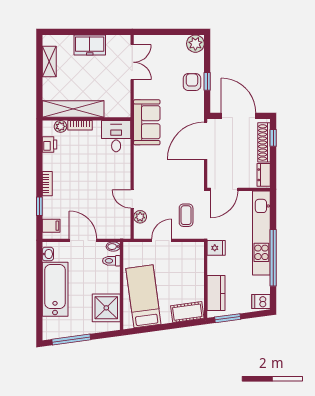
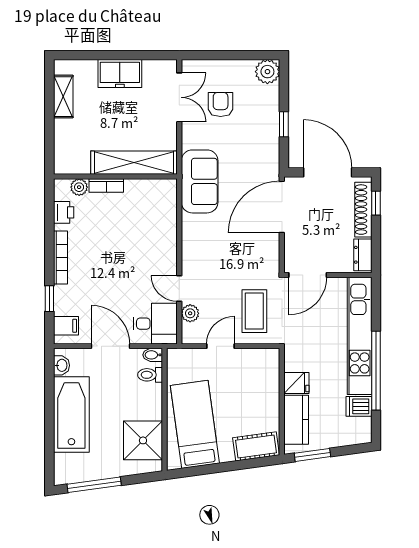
armchair: (192, 82) -> (221, 104), moved
shelving: (73, 109) -> (134, 163), moved
desk: (116, 136) -> (155, 324), moved, turned 90
bookcase: (47, 184) -> (60, 257), width x1.56
coffee table: (186, 215) -> (254, 311), width x1.36, depth x1.30
fridge: (216, 248) -> (296, 383), moved
dishwasher: (261, 302) -> (359, 406), moved

